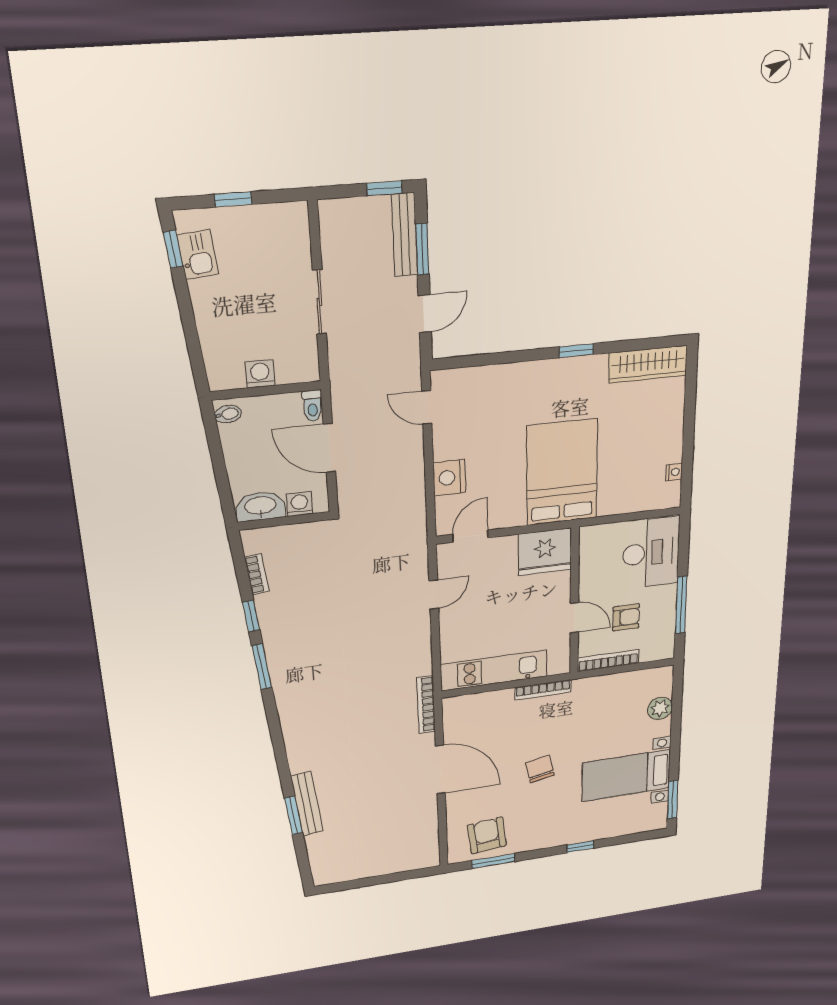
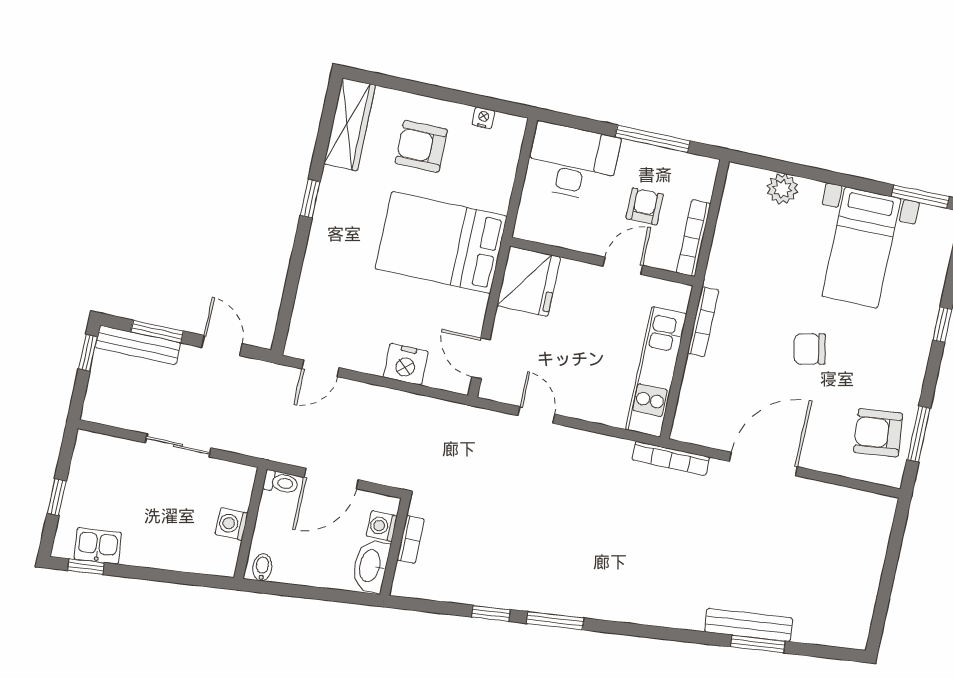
armchair: (641, 430) -> (421, 146), added
bookcase: (257, 574) -> (411, 539), moved, turned 96

